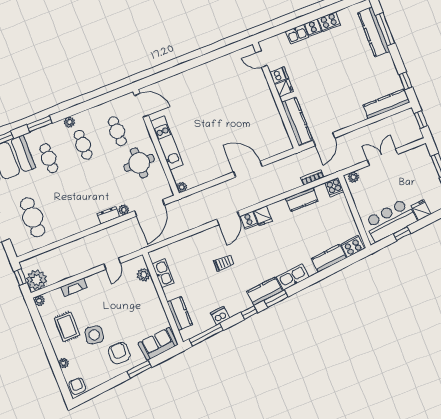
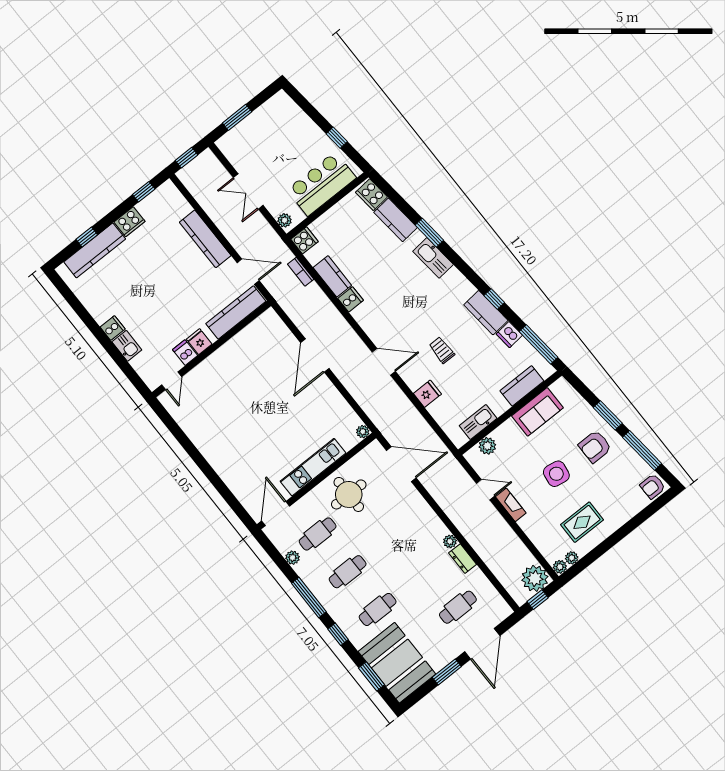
cooker: (329, 22) -> (129, 222), moved, turned 90
window: (385, 29) -> (87, 237), width x0.46
kitchen counter: (386, 104) -> (205, 239), moved
window: (73, 111) -> (309, 598), added
plant: (69, 122) -> (293, 558), moved
window: (40, 124) -> (338, 634), width x0.67
plant: (124, 210) -> (450, 541), moved
fridge: (421, 210) -> (300, 123), removed
dresser: (108, 215) -> (463, 559), moved
fridge: (263, 216) -> (427, 394), moved
cafe table: (33, 217) -> (458, 607), width x0.73, depth x0.74
cooker: (249, 220) -> (351, 299), moved
bar counter: (390, 220) -> (322, 184), moved, turned 96
fireplace: (74, 287) -> (511, 505), moved
kitchen counter: (265, 291) -> (486, 313), moved
window: (276, 299) -> (429, 233), moved
side table: (94, 335) -> (556, 474), moved
sofa: (158, 344) -> (537, 412), moved, turned -84
plant: (64, 363) -> (572, 558), moved
window: (106, 387) -> (642, 450), added

